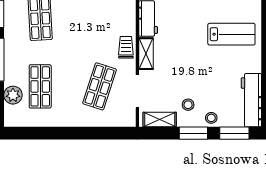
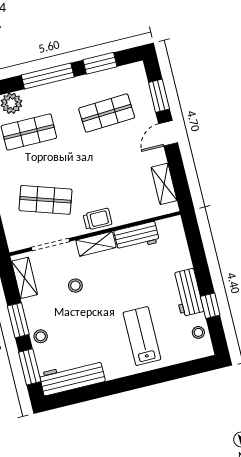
lab bench: (231, 34) -> (142, 336), turned 180
stool: (188, 105) -> (75, 286), moved

